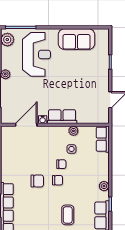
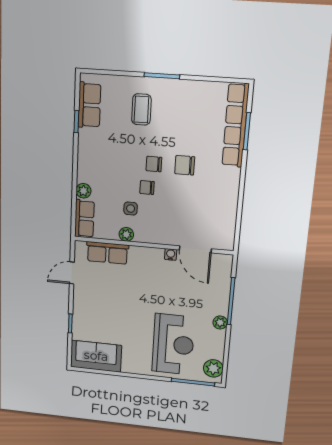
sofa: (76, 39) -> (96, 356), moved
reception desk: (36, 54) -> (173, 344), turned 180
row of seats: (62, 117) -> (107, 253), moved
door: (26, 125) -> (195, 249), hinge flipped
plant: (104, 186) -> (83, 191), moved

